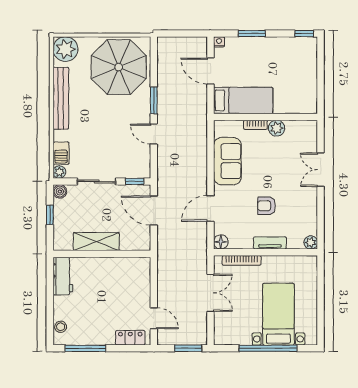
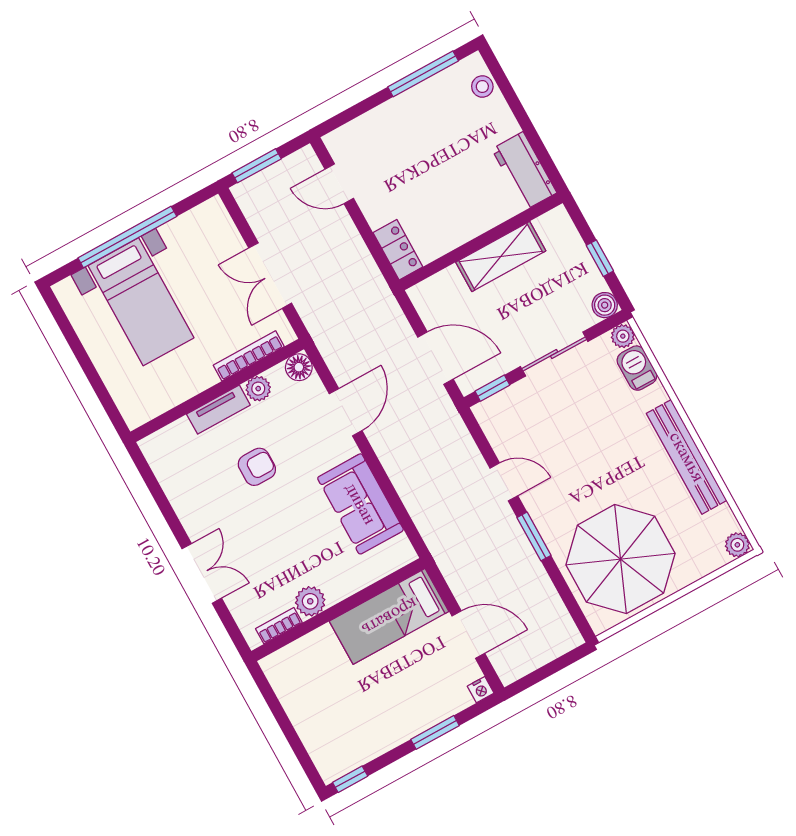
plant: (65, 49) -> (737, 545), width x0.53, depth x0.53
bookcase: (255, 125) -> (279, 626), moved
plant: (311, 242) -> (258, 389), moved
locker: (130, 338) -> (398, 250), moved, turned -90

